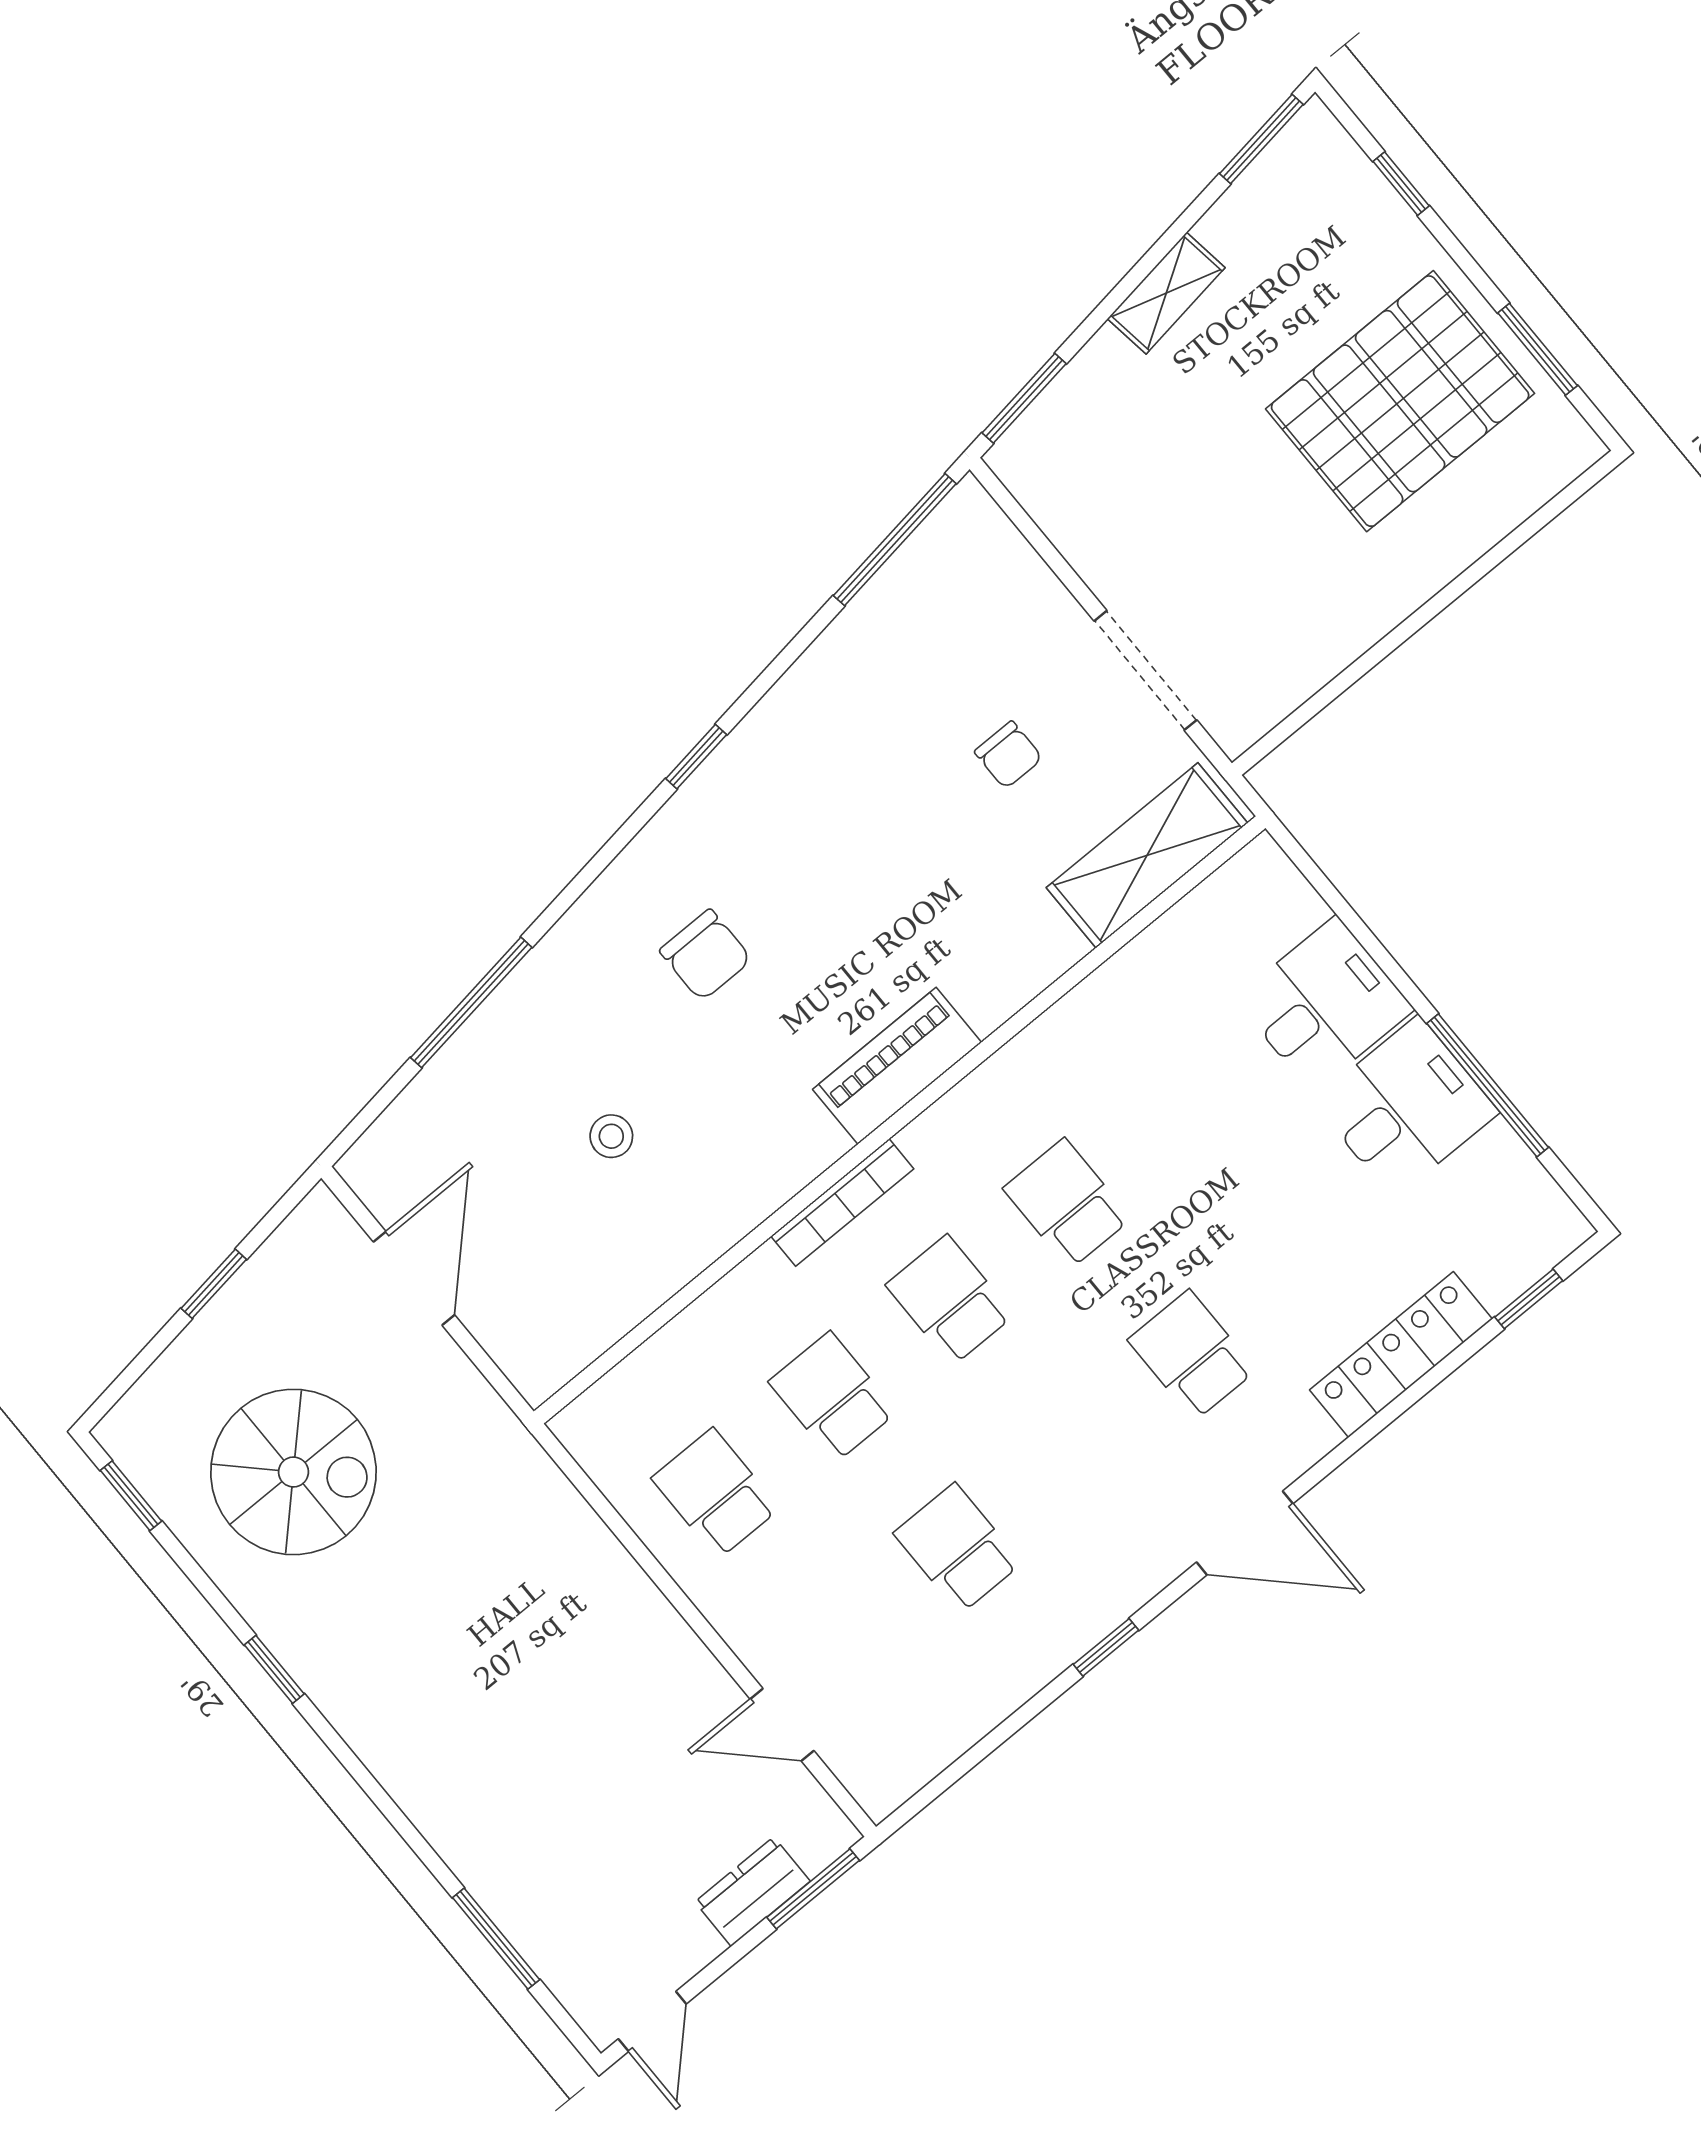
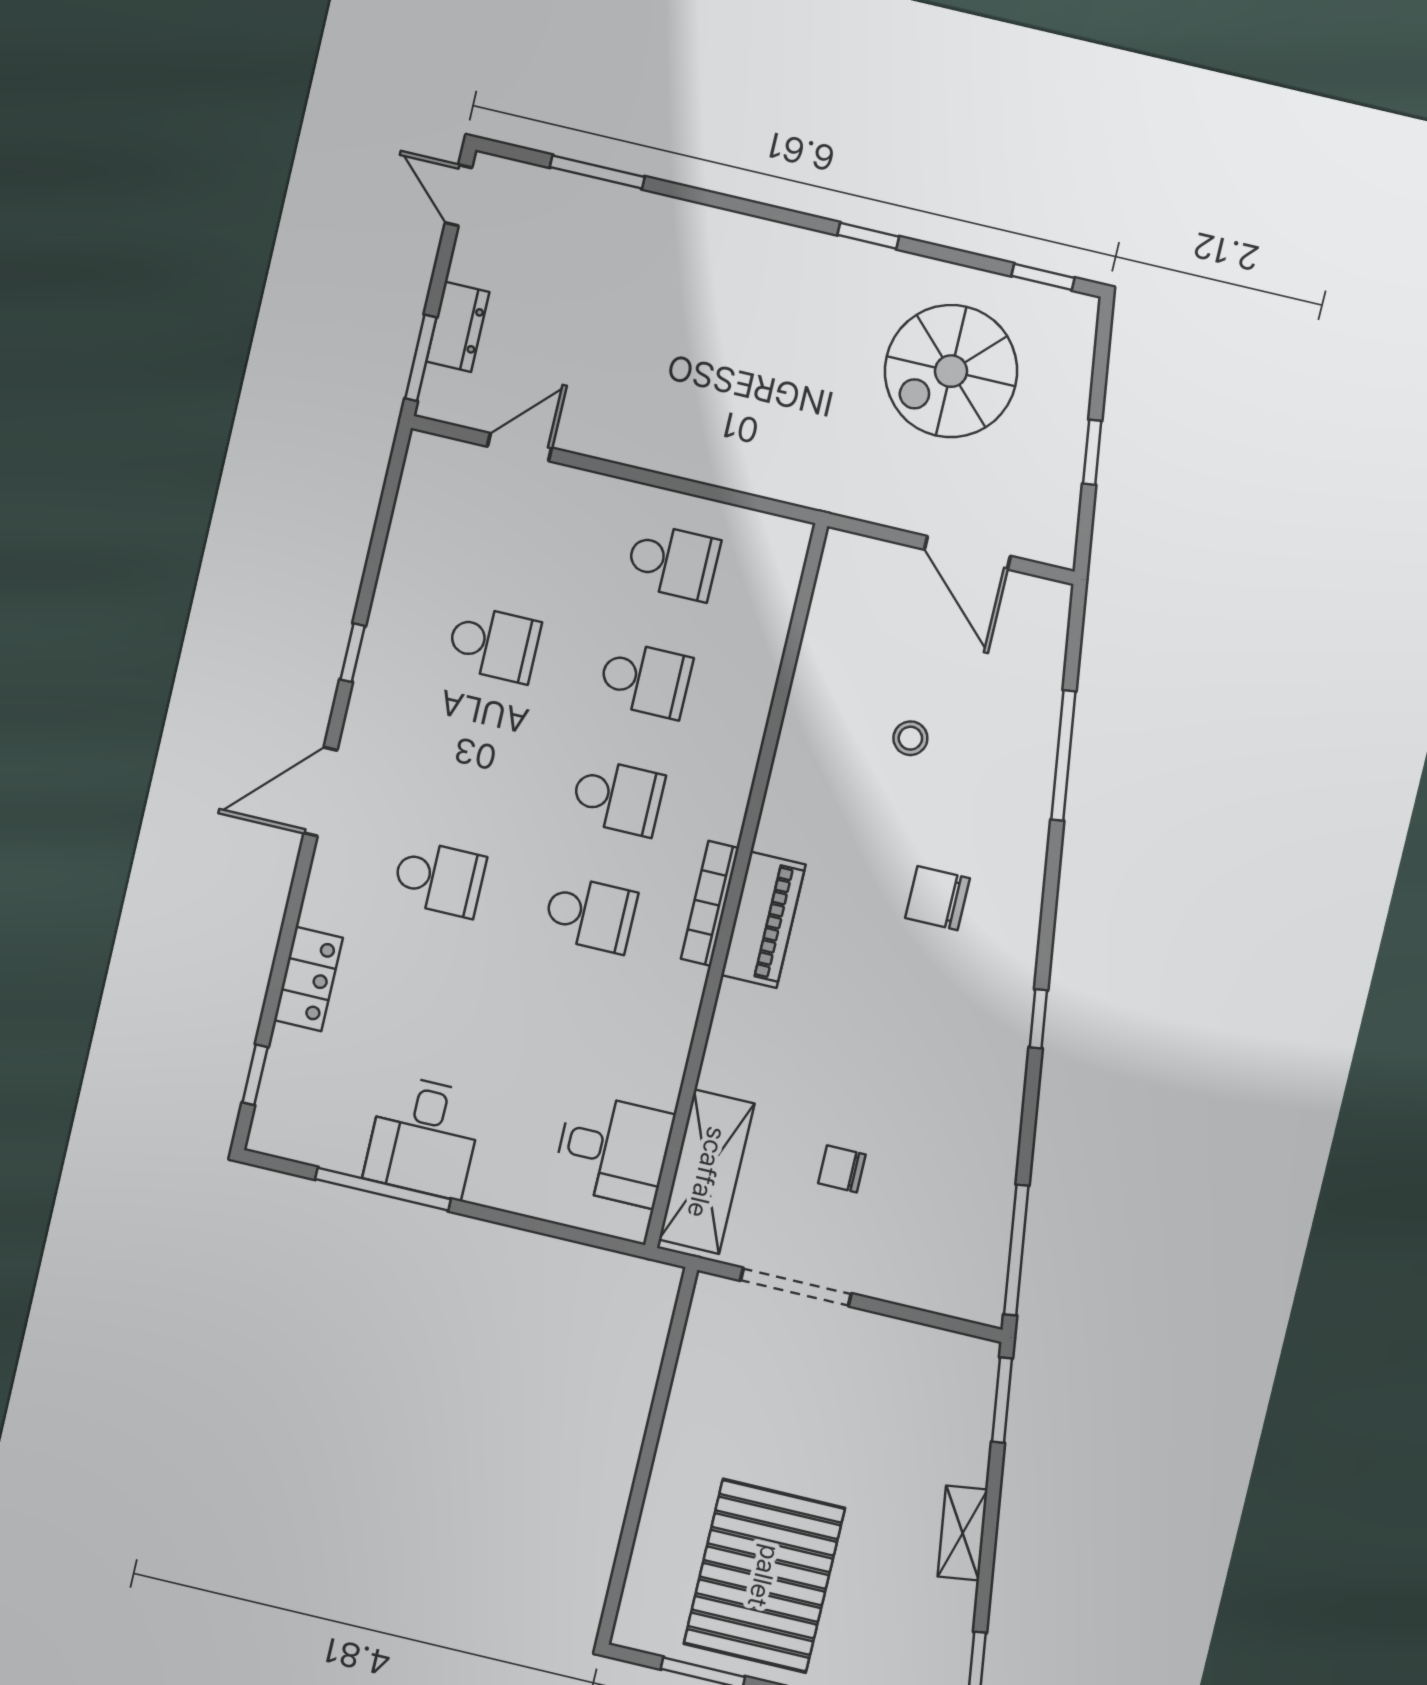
desk: (1324, 1004) -> (613, 1150), moved, turned -90
bookcase: (842, 1202) -> (710, 903), moved
locker: (1401, 1354) -> (308, 979), width x0.66

